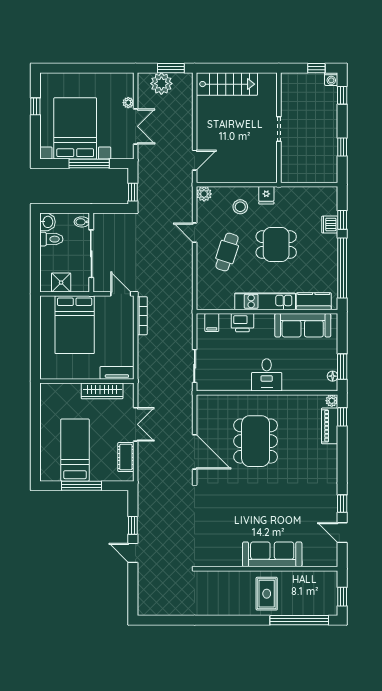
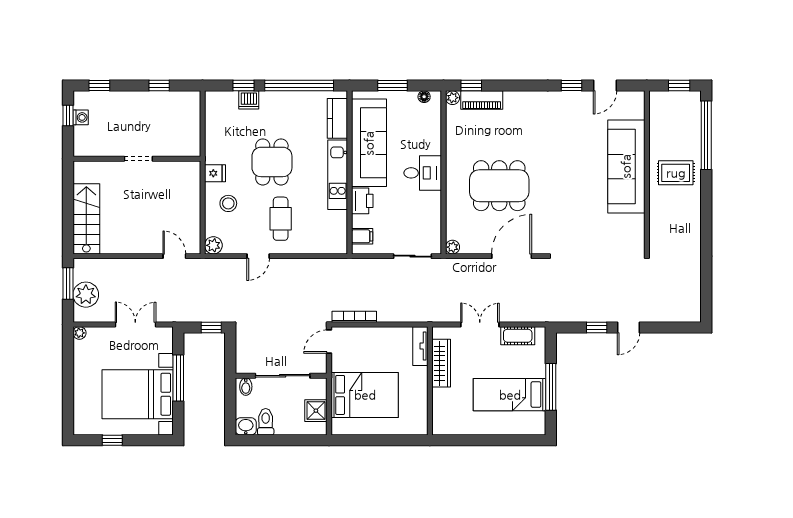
washing machine: (331, 79) -> (81, 117), moved
plant: (128, 103) -> (79, 333), moved
cafe table: (227, 252) -> (281, 219), turned 72
sofa: (303, 325) -> (369, 143), width x1.36, depth x1.27
window: (342, 367) -> (393, 86), moved
plant: (202, 401) -> (453, 247), added
sofa: (272, 554) -> (626, 166), width x1.36, depth x1.27

